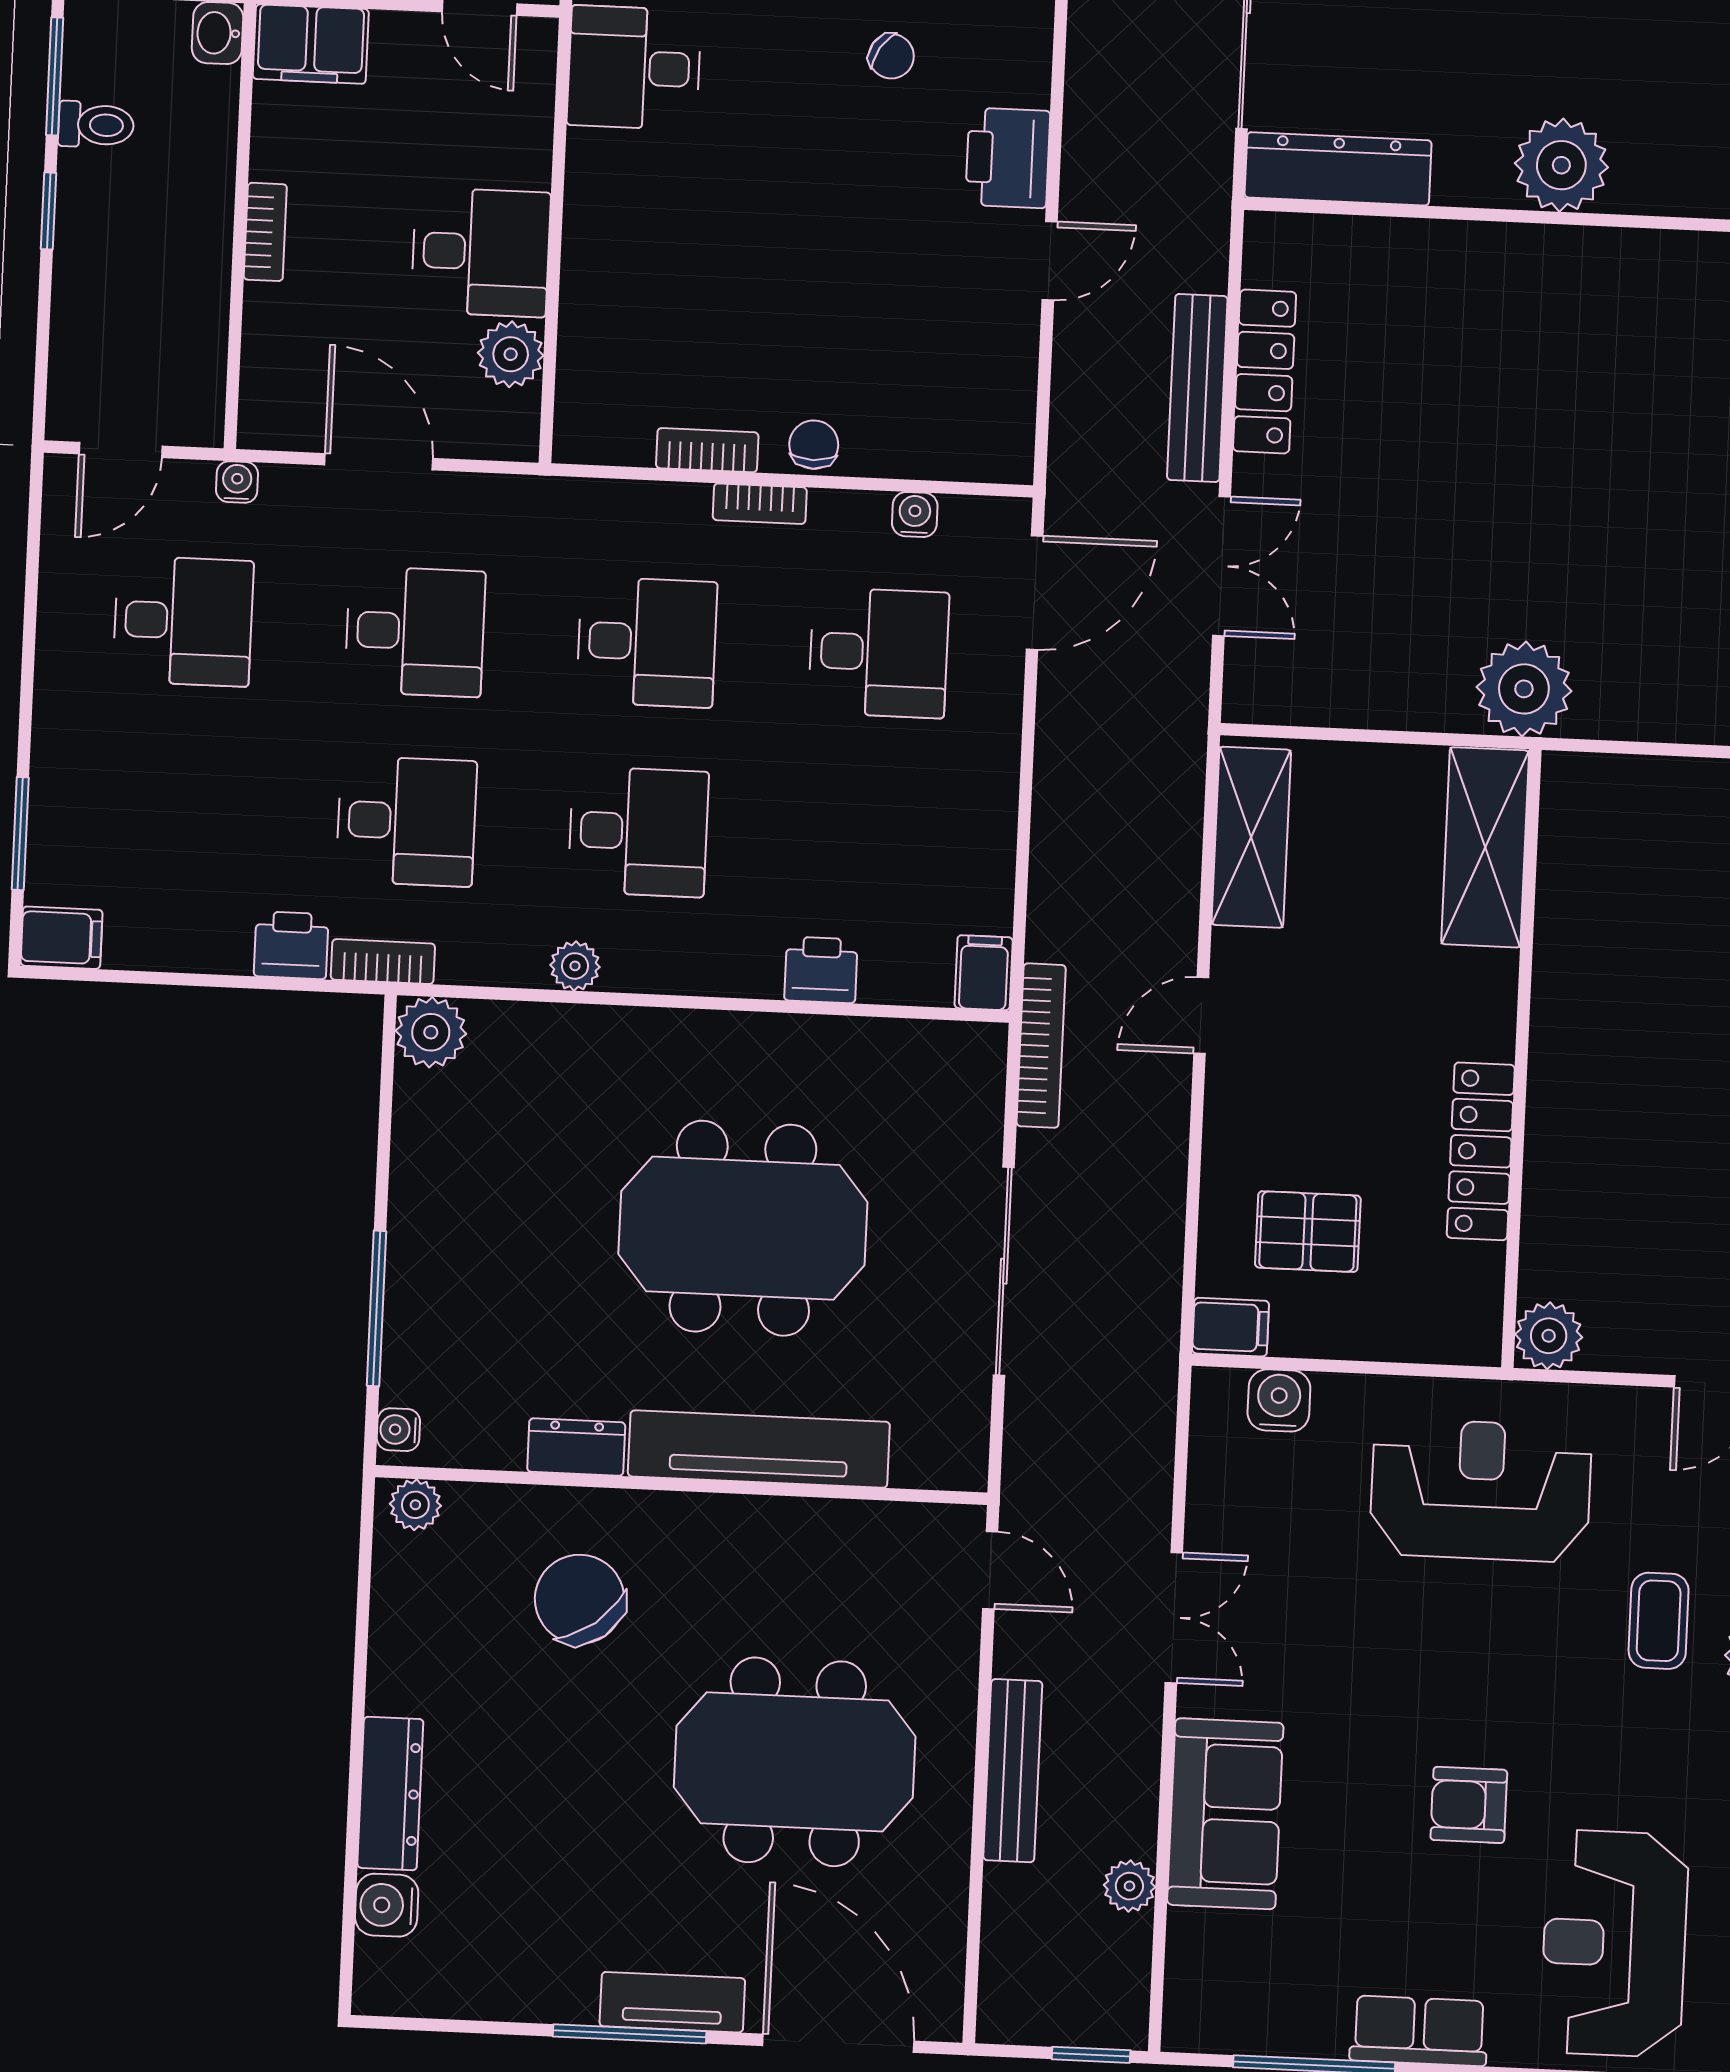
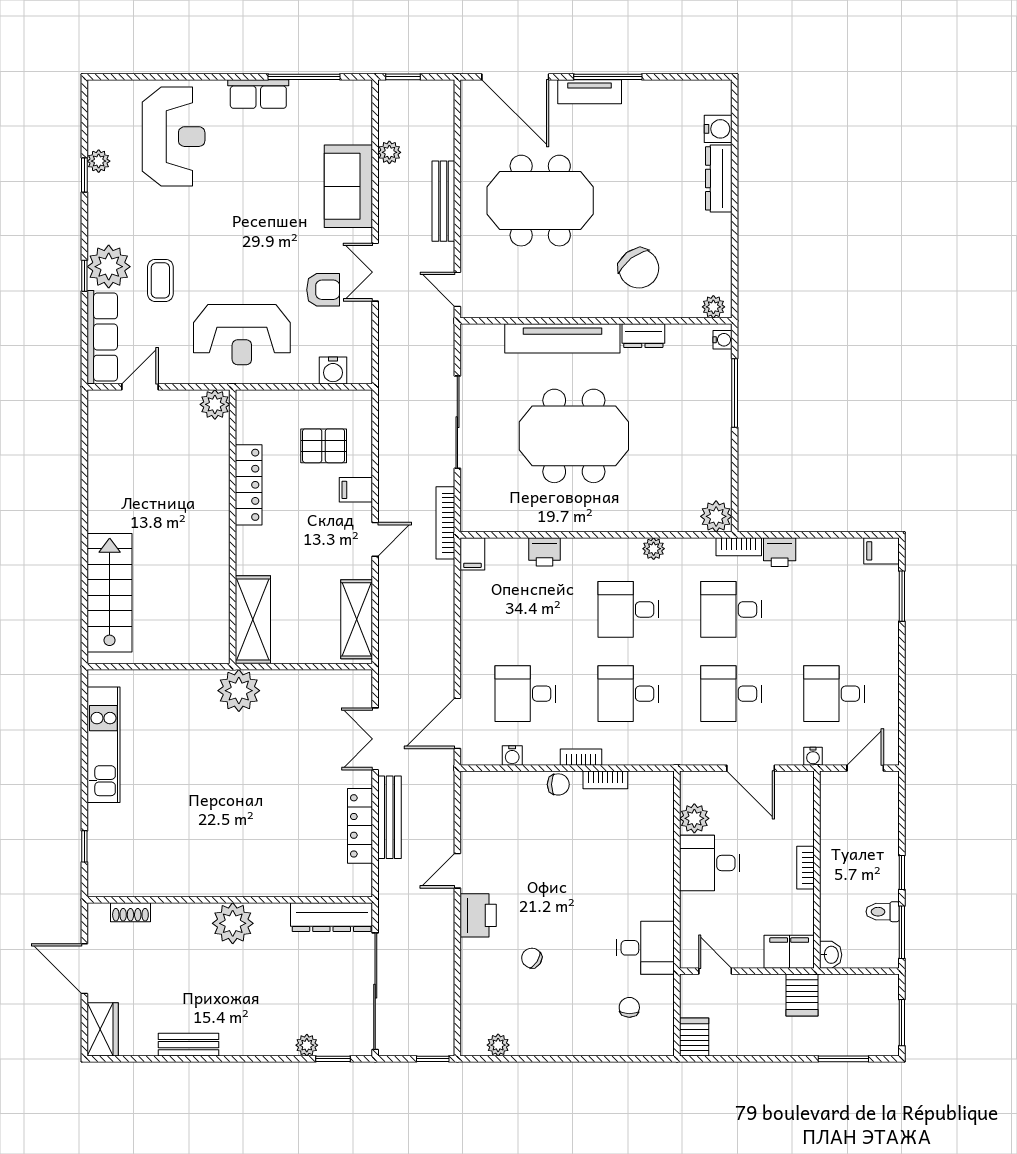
chair: (814, 445) -> (558, 784), turned -90
filing cabinet: (1231, 1327) -> (356, 490), moved
armchair: (1469, 1805) -> (323, 290), moved

